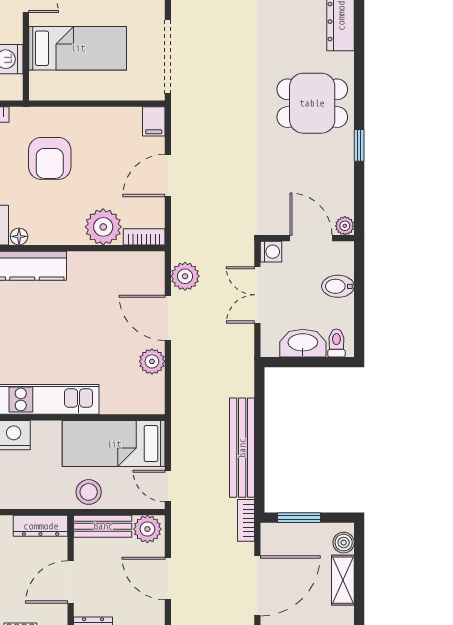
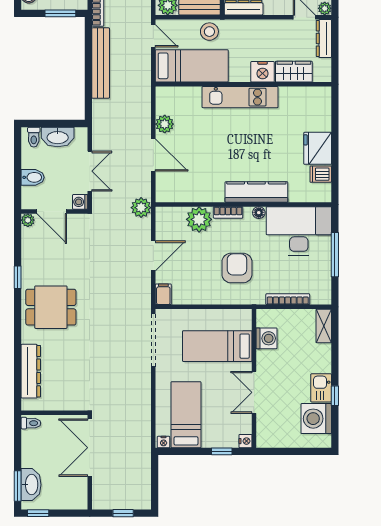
bookcase: (144, 237) -> (228, 212), moved
plant: (185, 276) -> (141, 208), moved

